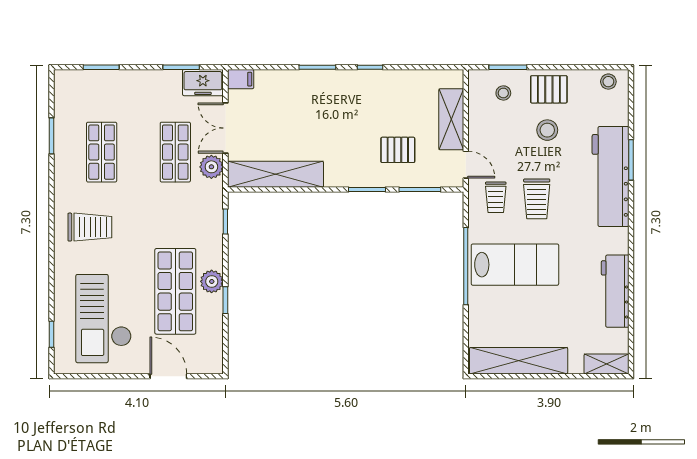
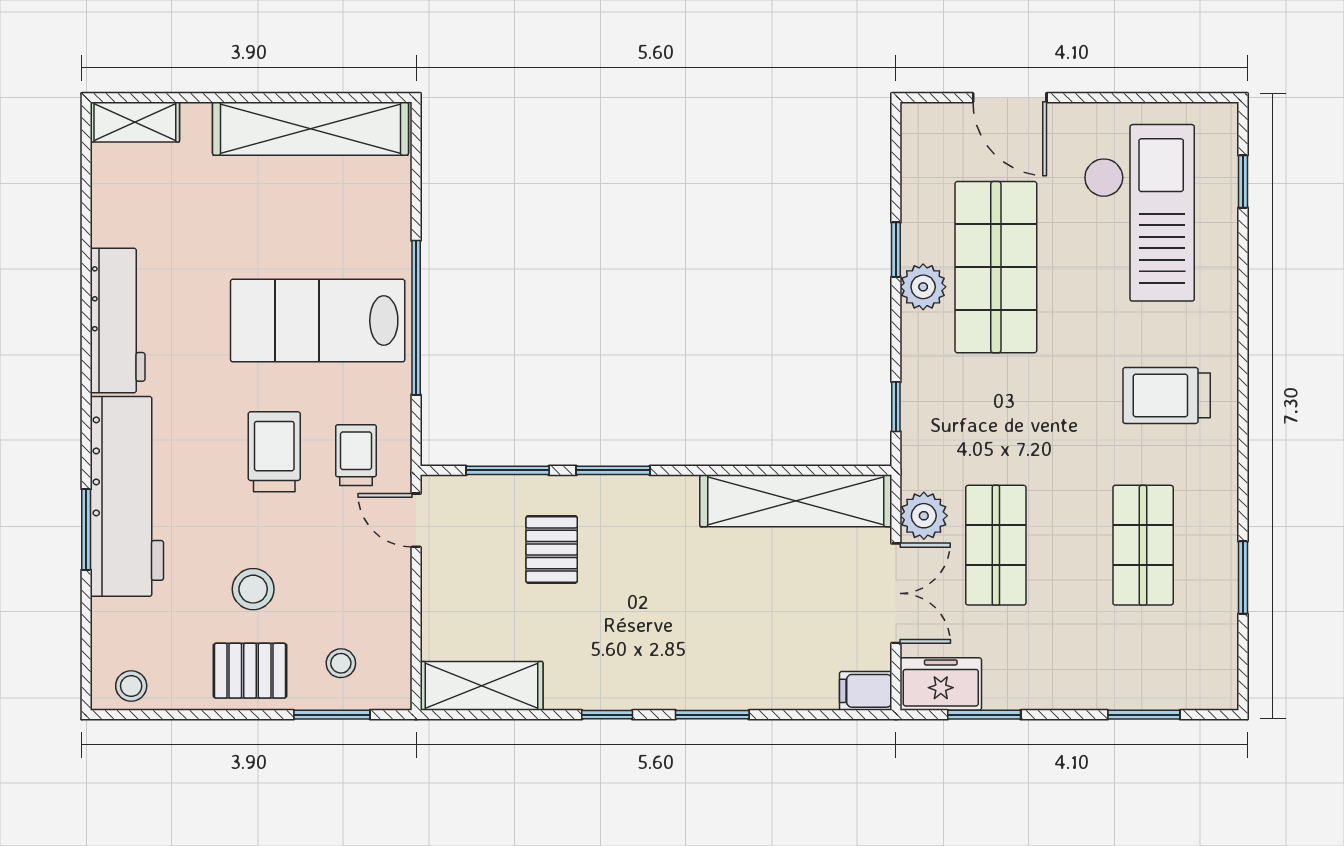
shelving: (451, 119) -> (482, 686), moved, turned 90
pallet: (398, 150) -> (552, 549), turned 90
workbench: (615, 291) -> (118, 321), moved

